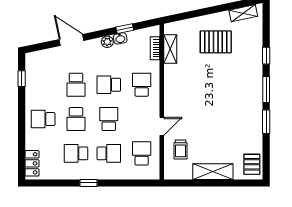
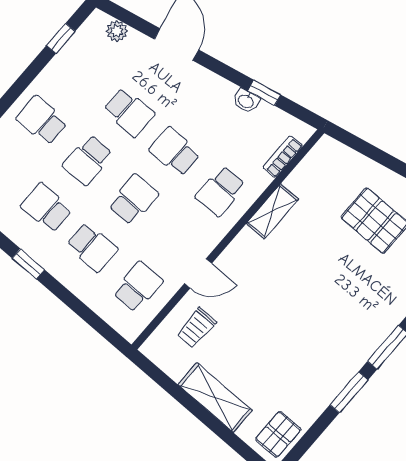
plant: (107, 42) -> (117, 31), moved
shelving: (170, 49) -> (272, 211), moved
school desk: (76, 85) -> (129, 112), turned -90
school desk: (142, 85) -> (220, 191), turned 180

